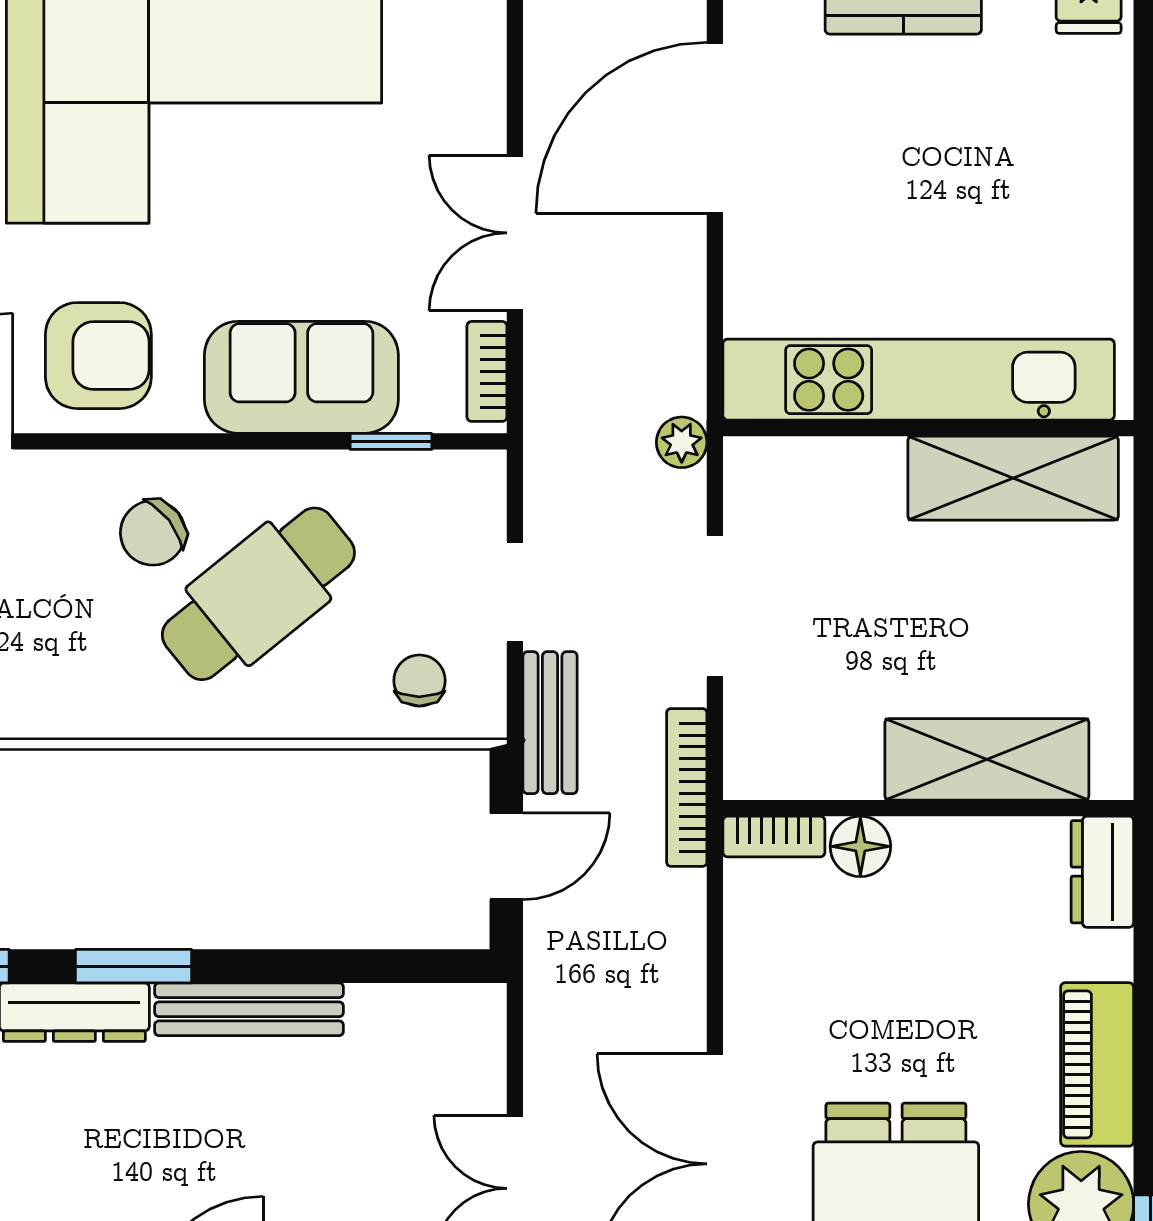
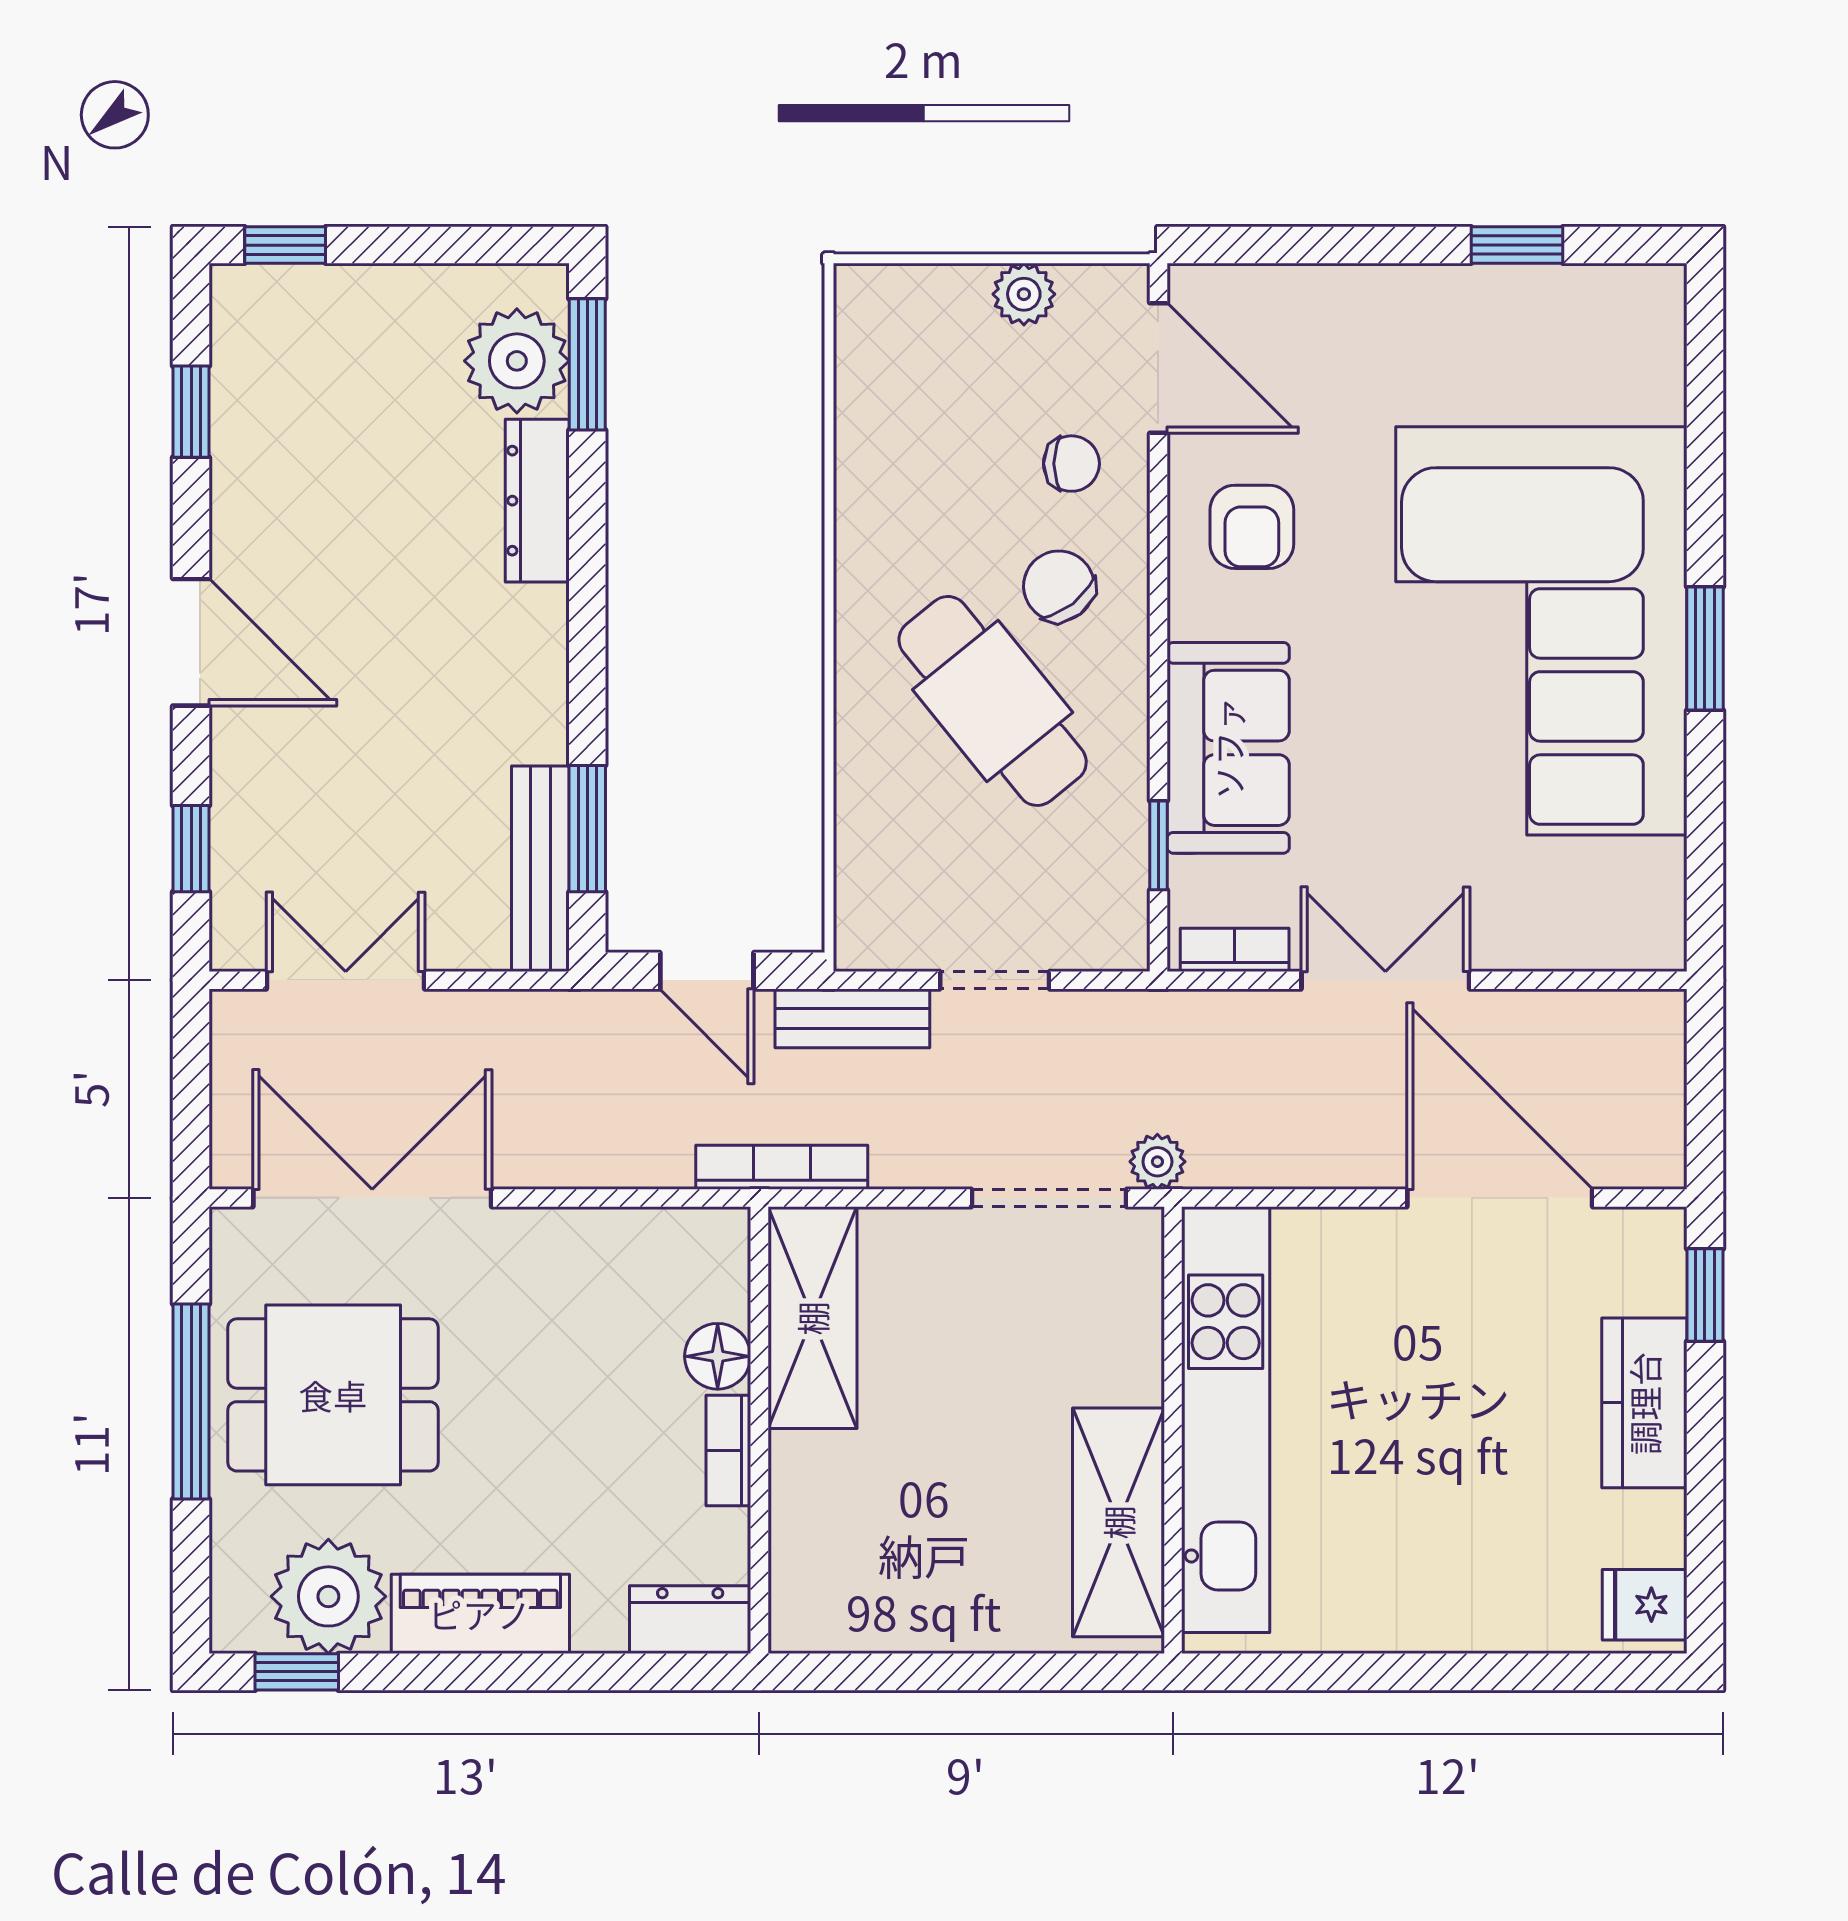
armchair: (98, 356) -> (1252, 527), width x0.72, depth x0.72
doorway: (715, 606) -> (1049, 1198), moved
chair: (419, 681) -> (1071, 464), moved
shelving: (987, 759) -> (812, 1318), moved
bookcase: (774, 836) -> (728, 1450), moved
window: (134, 966) -> (587, 829), moved
bench: (249, 1009) -> (540, 869), moved

